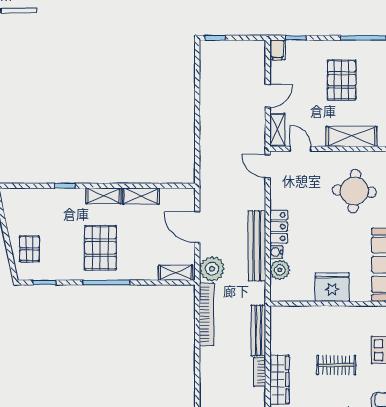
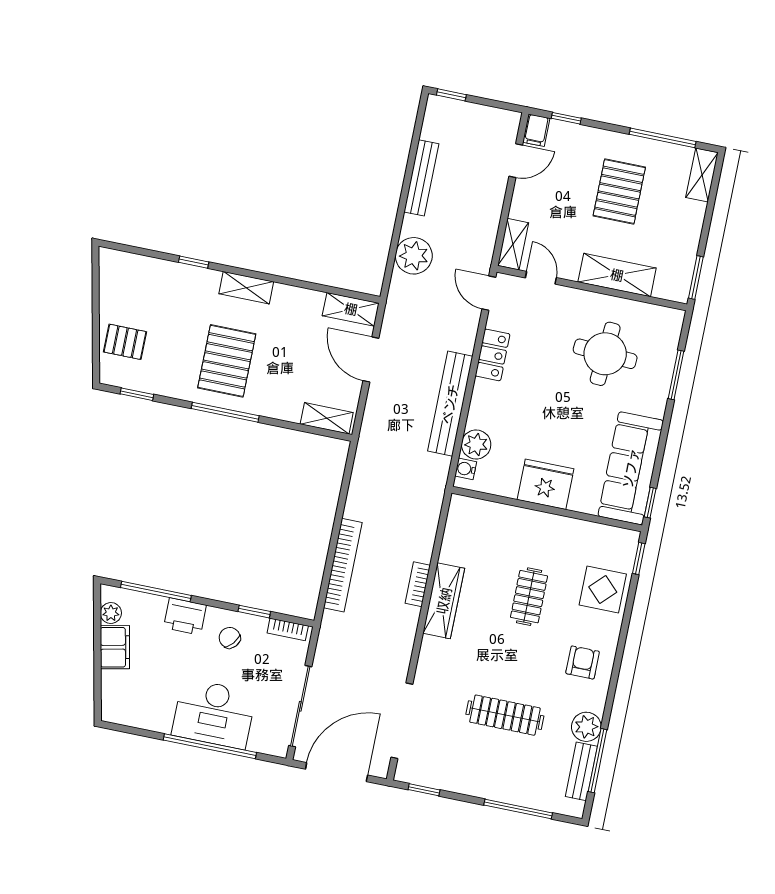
door: (268, 96) -> (516, 161), moved
shelving: (141, 196) -> (351, 309), moved
locker: (279, 227) -> (493, 355), moved
pallet: (29, 249) -> (125, 342), turned 90
water cooler: (276, 252) -> (466, 469), moved
plant: (212, 269) -> (414, 256), moved
bookcase: (206, 314) -> (343, 565), moved
bench: (258, 330) -> (421, 178), moved
clothes rail: (336, 365) -> (529, 597), turned 90

